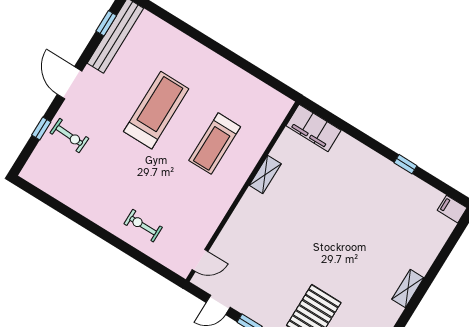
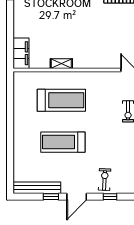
window: (106, 23) -> (51, 197), moved
treadmill: (215, 144) -> (61, 100), width x1.37, depth x1.37

